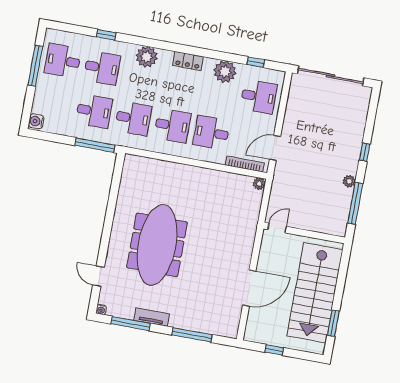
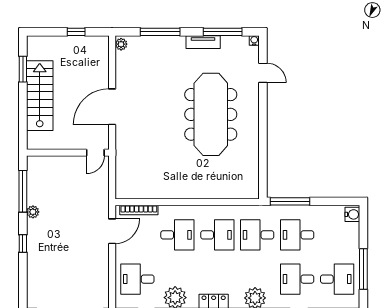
desk: (172, 126) -> (217, 235), turned 180
plant: (259, 184) -> (121, 44), moved
door: (249, 288) -> (112, 107), moved
stairs: (315, 293) -> (40, 96), width x0.73, depth x0.66

